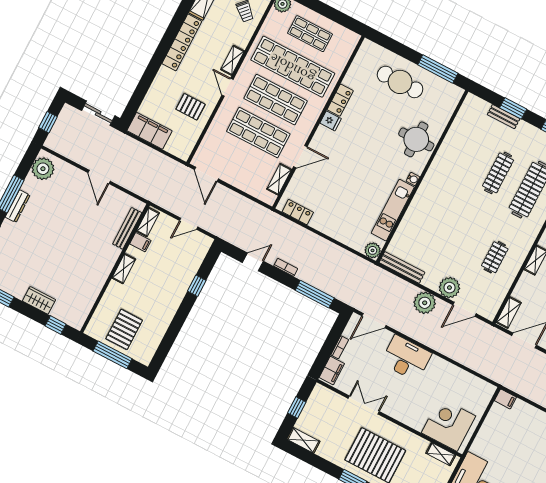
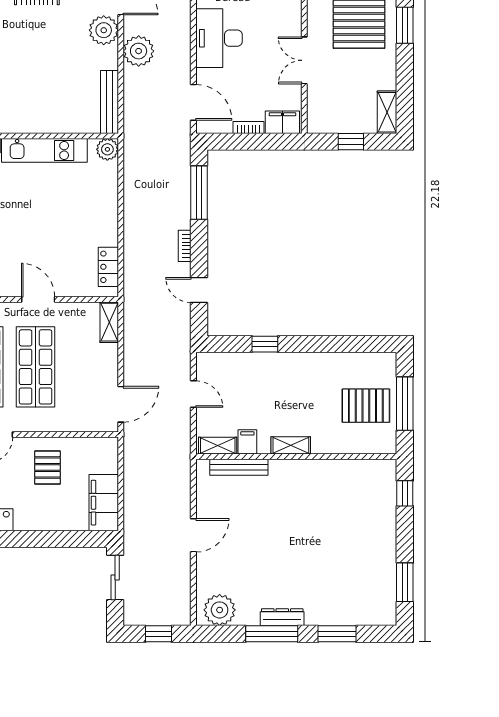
shelving: (279, 179) -> (109, 322), moved, turned 90
wardrobe: (39, 300) -> (385, 530), removed

